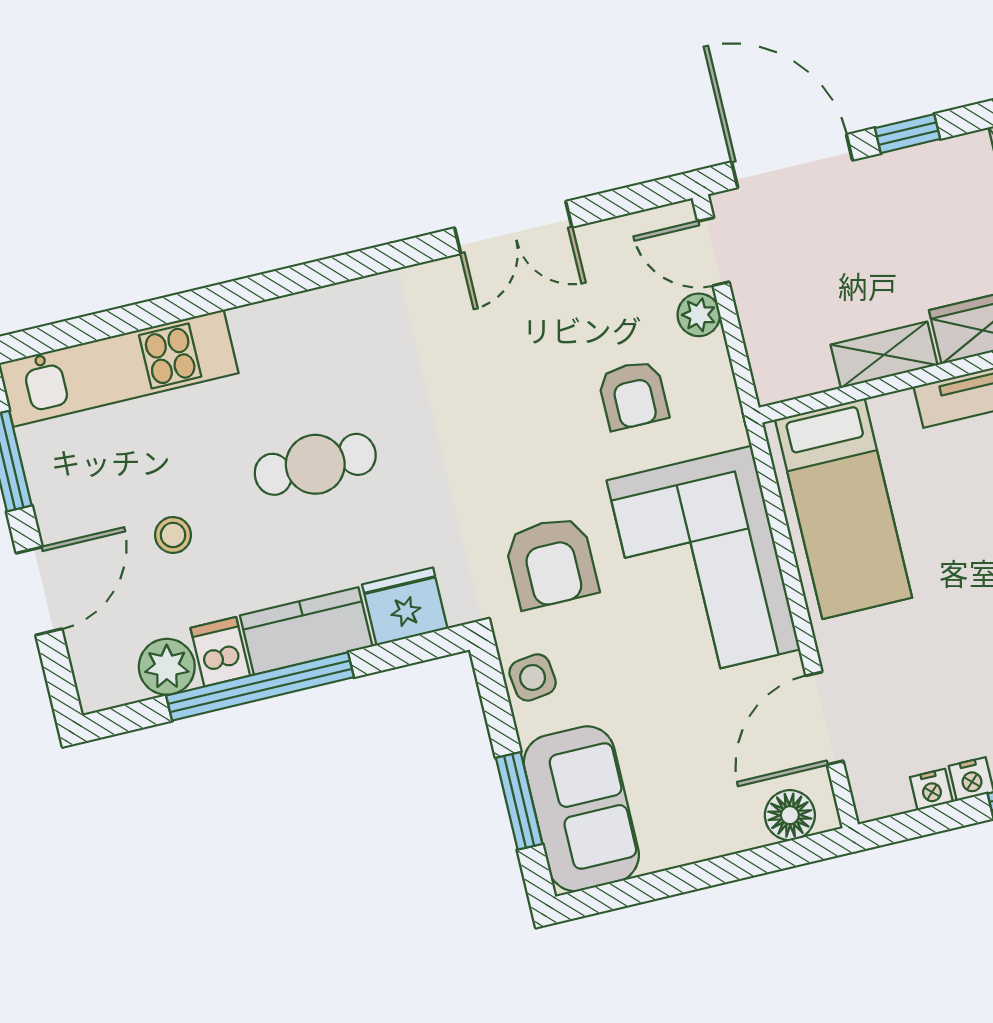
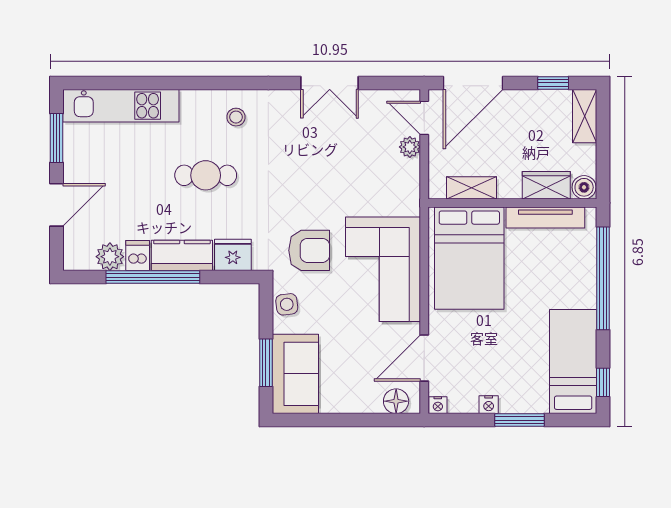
window: (908, 134) -> (553, 83), moved
door: (792, 161) -> (473, 83), swing flipped
shelving: (884, 355) -> (471, 188), moved
armchair: (633, 395) -> (368, 178), removed
bed: (843, 509) -> (469, 258), width x1.50
stool: (173, 535) -> (236, 117), moved
armchair: (551, 562) -> (309, 250), turned -90
nightstand: (931, 790) -> (438, 405), moved

